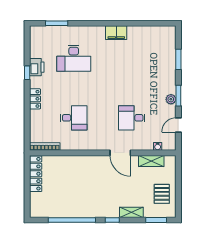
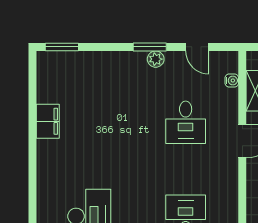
filing cabinet: (116, 33) -> (48, 121), moved
window: (178, 59) -> (62, 47), moved

